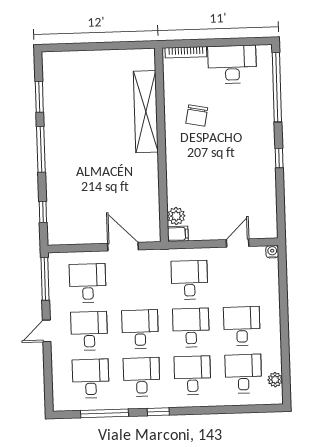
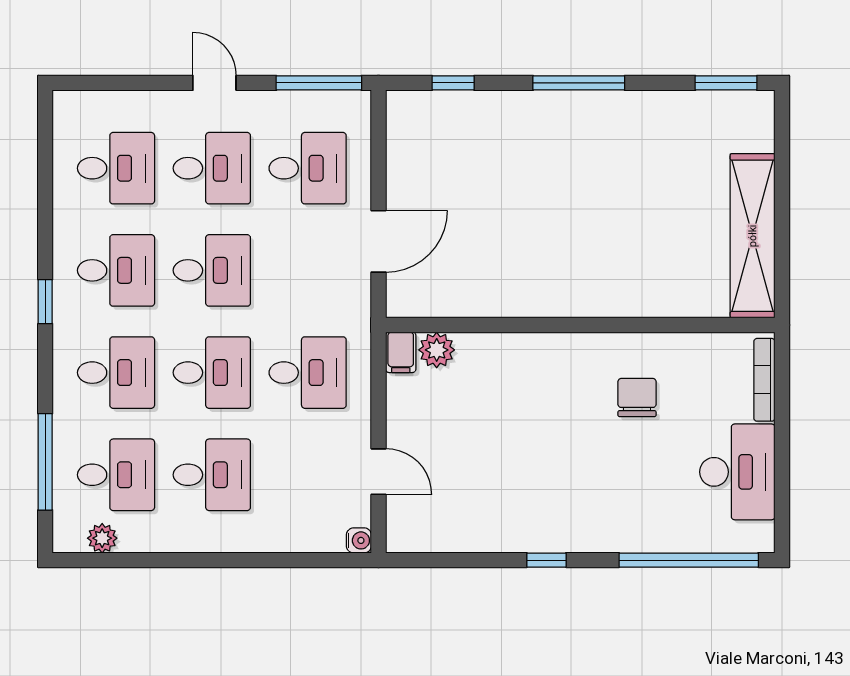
window: (39, 97) -> (726, 83), moved
shelving: (146, 112) -> (753, 236), moved, turned 90
chair: (197, 115) -> (637, 398), turned 79
window: (105, 413) -> (45, 462), moved

